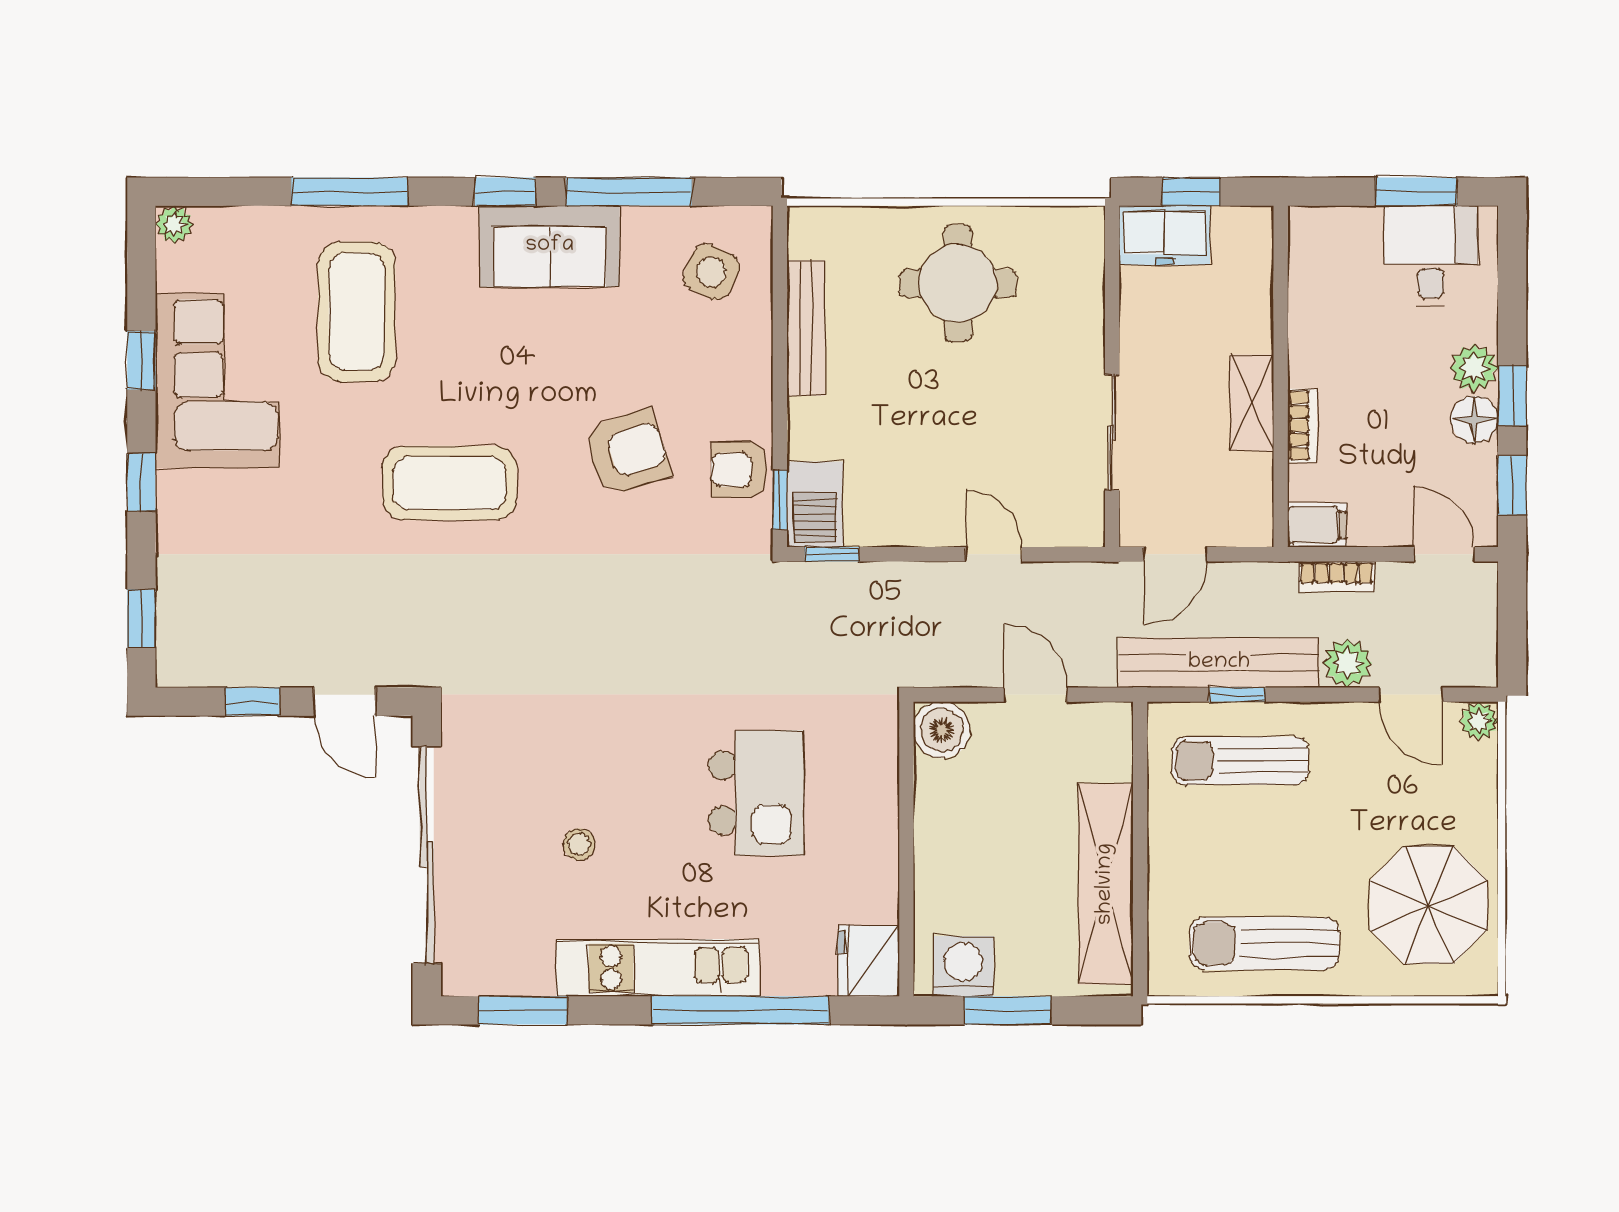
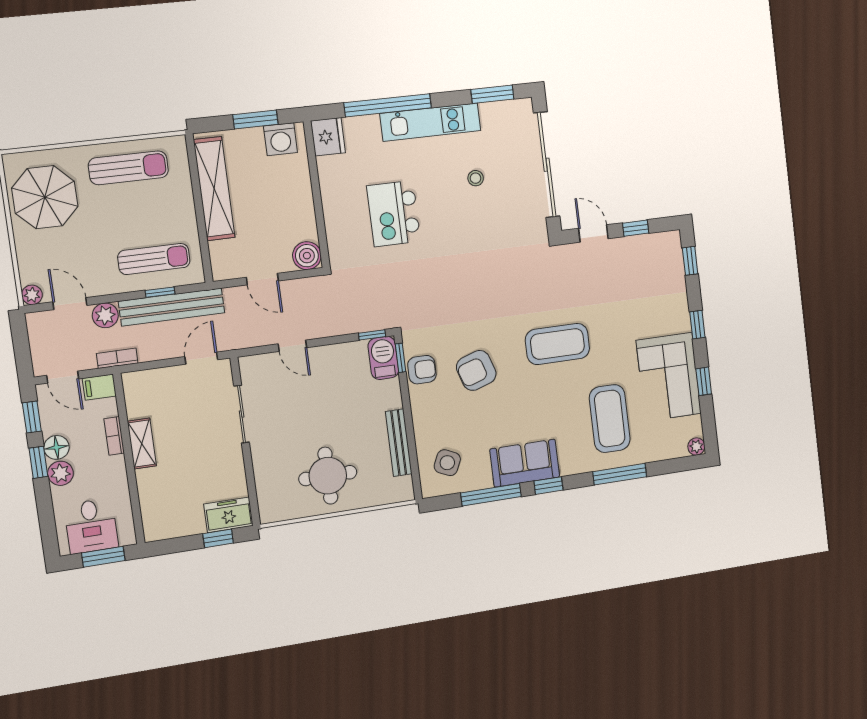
wall: (1281, 376) -> (129, 459), moved
shelving: (1252, 403) -> (142, 444), moved
bookcase: (1302, 426) -> (114, 436), moved
filing cabinet: (1317, 525) -> (99, 387), moved

